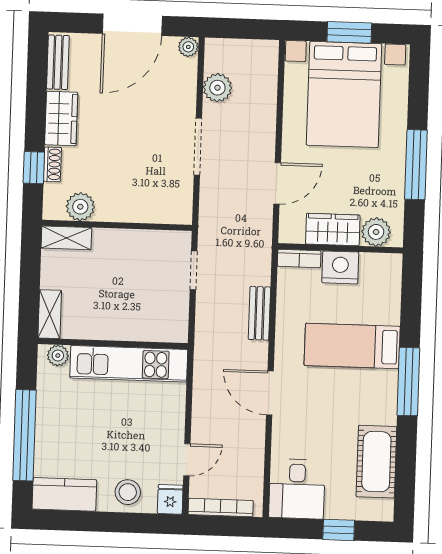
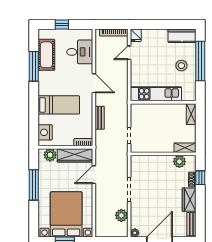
wardrobe: (333, 229) -> (75, 155), width x1.50
nightstand: (340, 267) -> (45, 132), moved, turned 90
plant: (58, 356) -> (187, 96), removed
window: (408, 382) -> (34, 66), moved
desk: (297, 489) -> (80, 52), moved, turned 90
stool: (128, 492) -> (181, 66), moved

